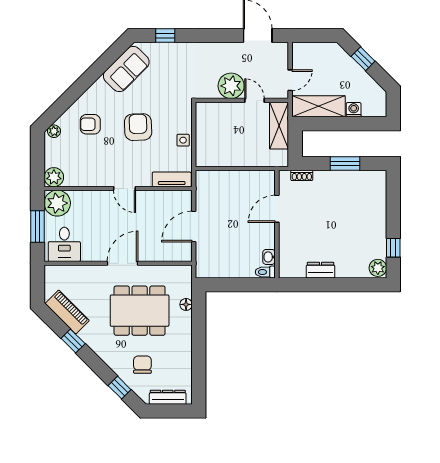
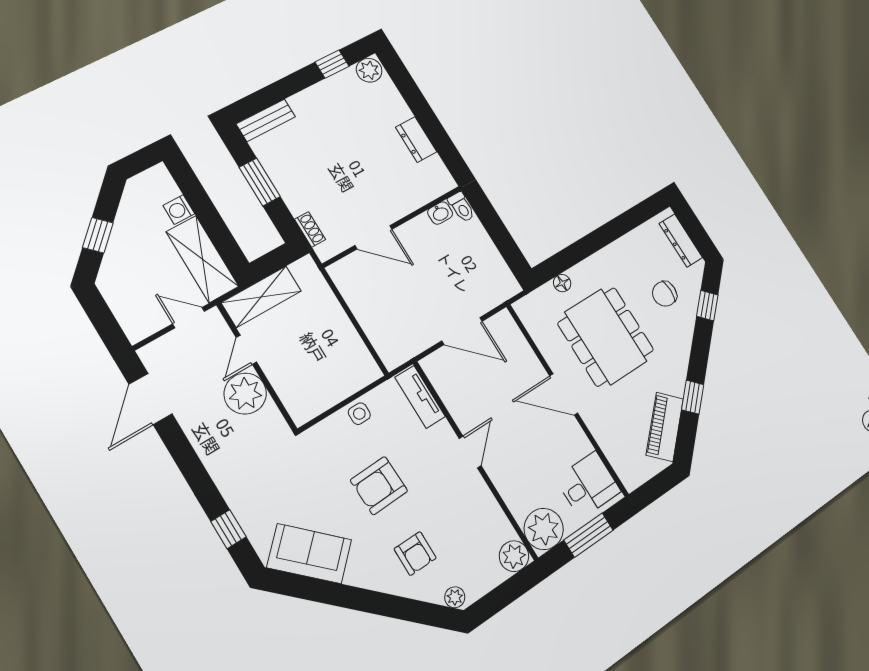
bench: (380, 188) -> (266, 120), added

